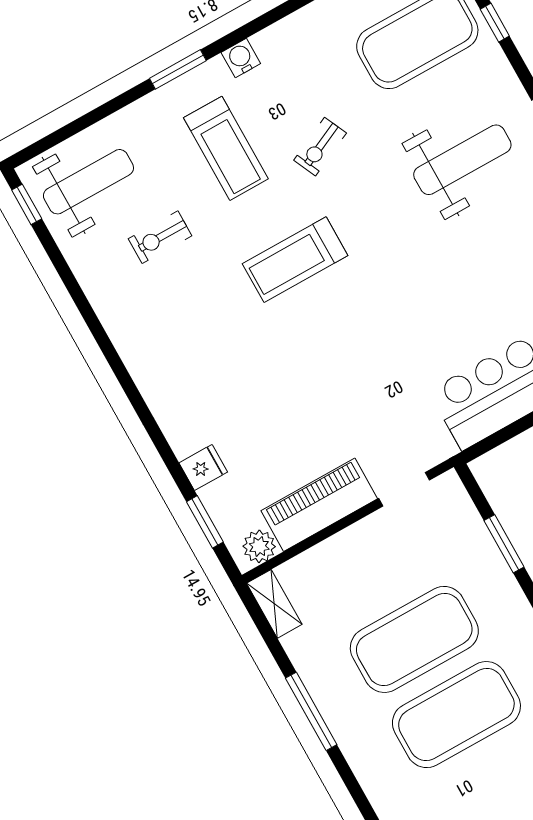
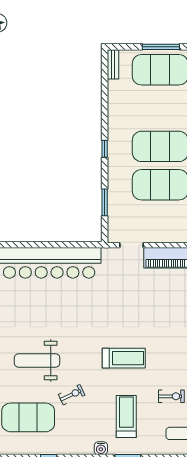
exercise bike: (320, 147) -> (72, 395), moved

